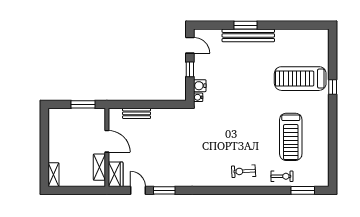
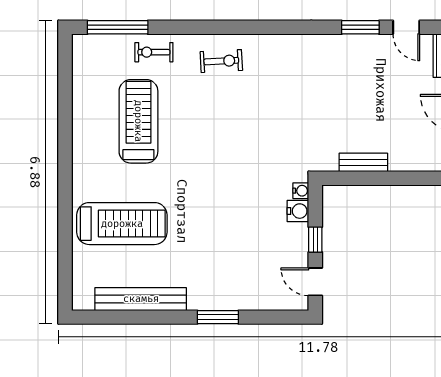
bench: (248, 35) -> (141, 299), moved
window: (333, 87) -> (65, 209), removed
bench: (137, 113) -> (363, 162), moved
window: (303, 190) -> (118, 27), width x1.44

